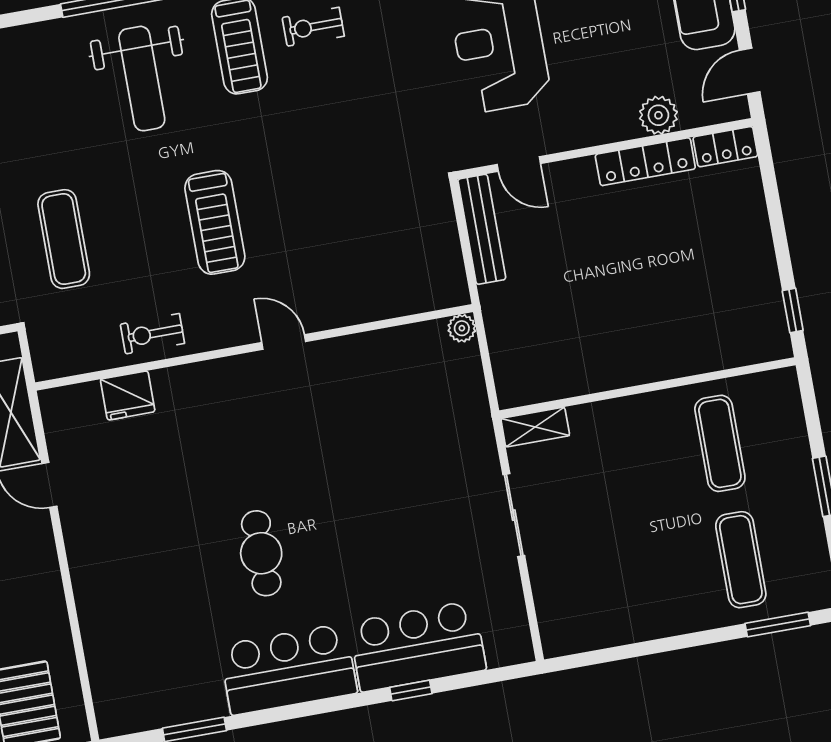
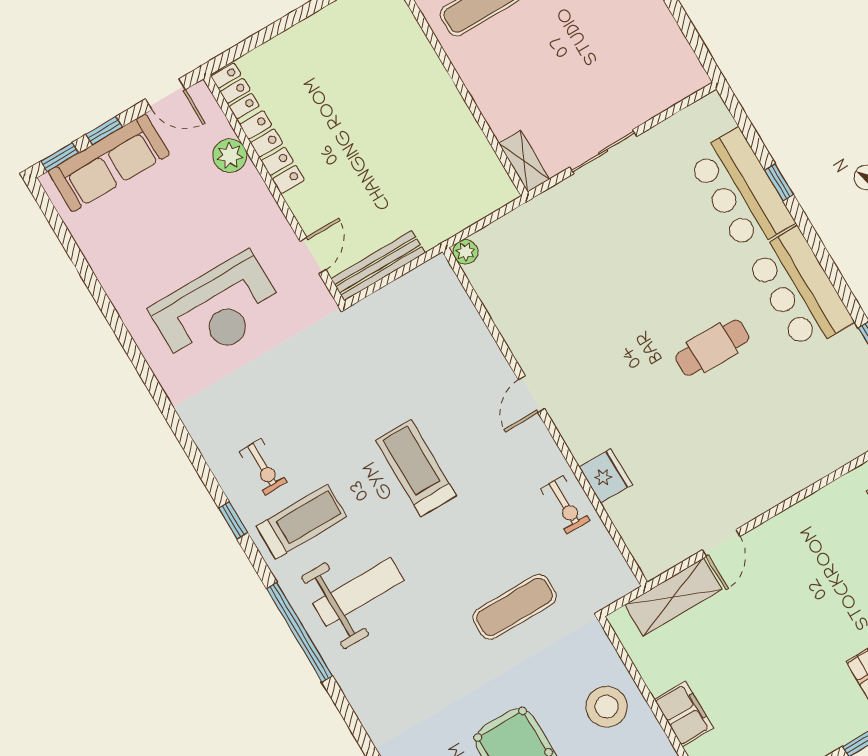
treadmill: (215, 222) -> (416, 468), moved, turned -90
fridge: (128, 395) -> (606, 476), moved

